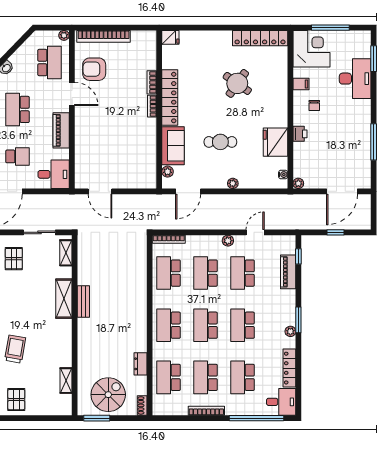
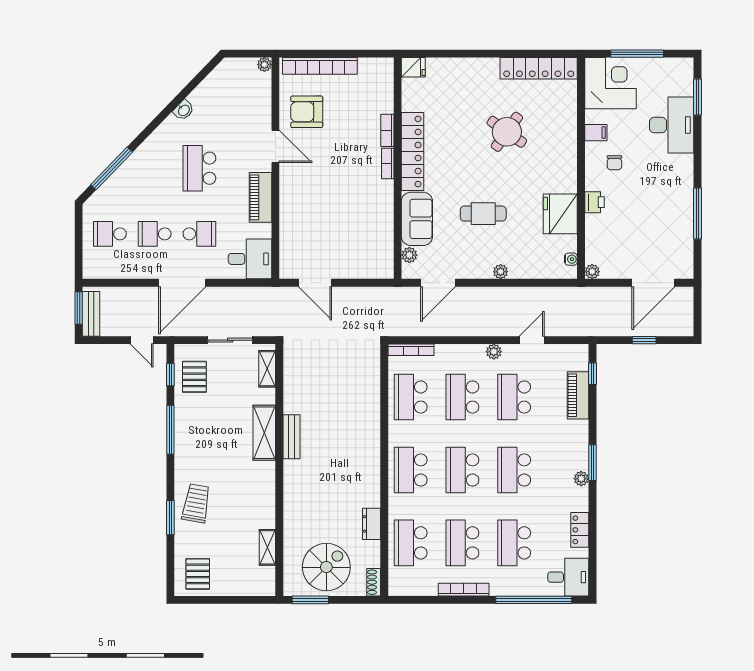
school desk: (49, 63) -> (244, 103), removed
locker: (289, 368) -> (580, 530), width x0.66

